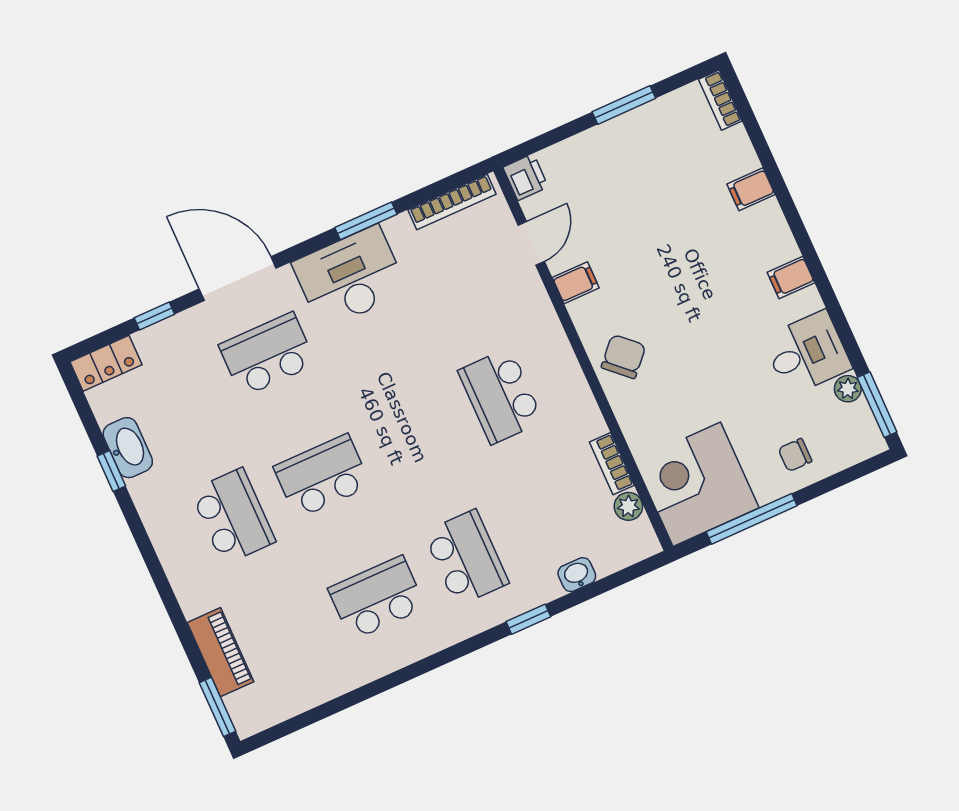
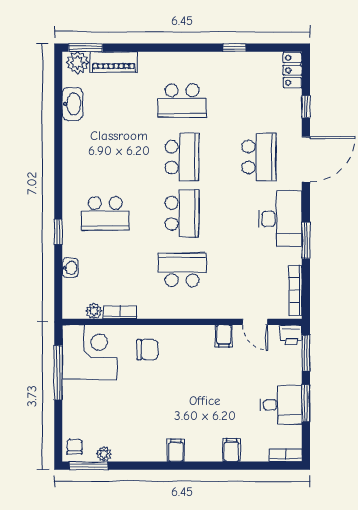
window: (544, 141) -> (306, 353), added
desk: (807, 353) -> (281, 405), moved, turned -90
chair: (624, 357) -> (147, 350), moved, turned -43
washbasin: (128, 448) -> (72, 104), moved, turned -90
chair: (795, 455) -> (75, 447), moved
school desk: (377, 598) -> (182, 213), moved
plant: (247, 709) -> (78, 63), added

